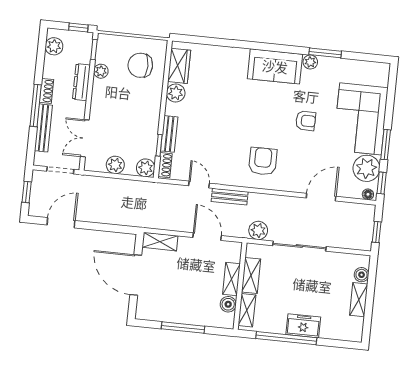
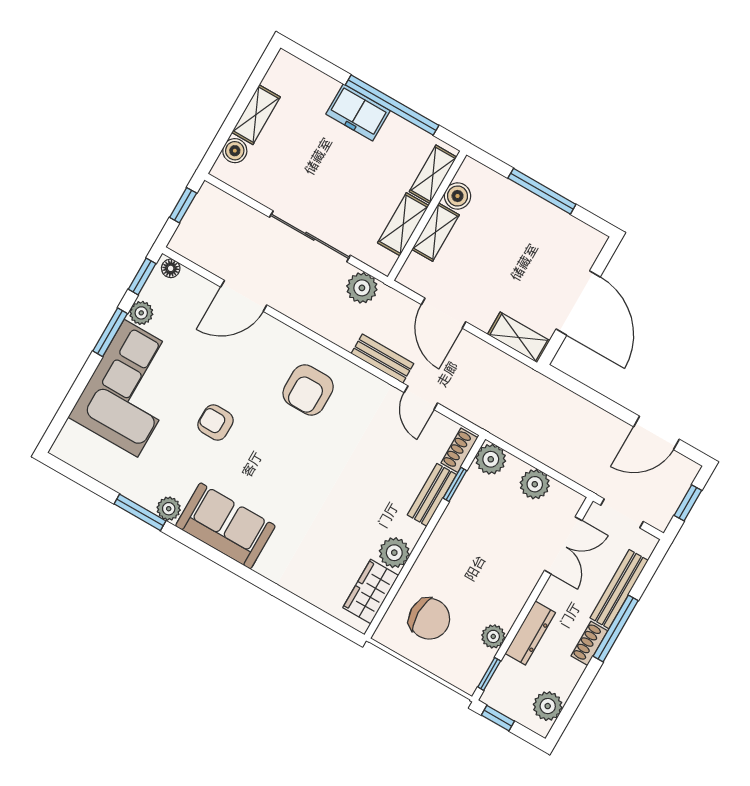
plant: (366, 168) -> (141, 313), width x0.53, depth x0.53

